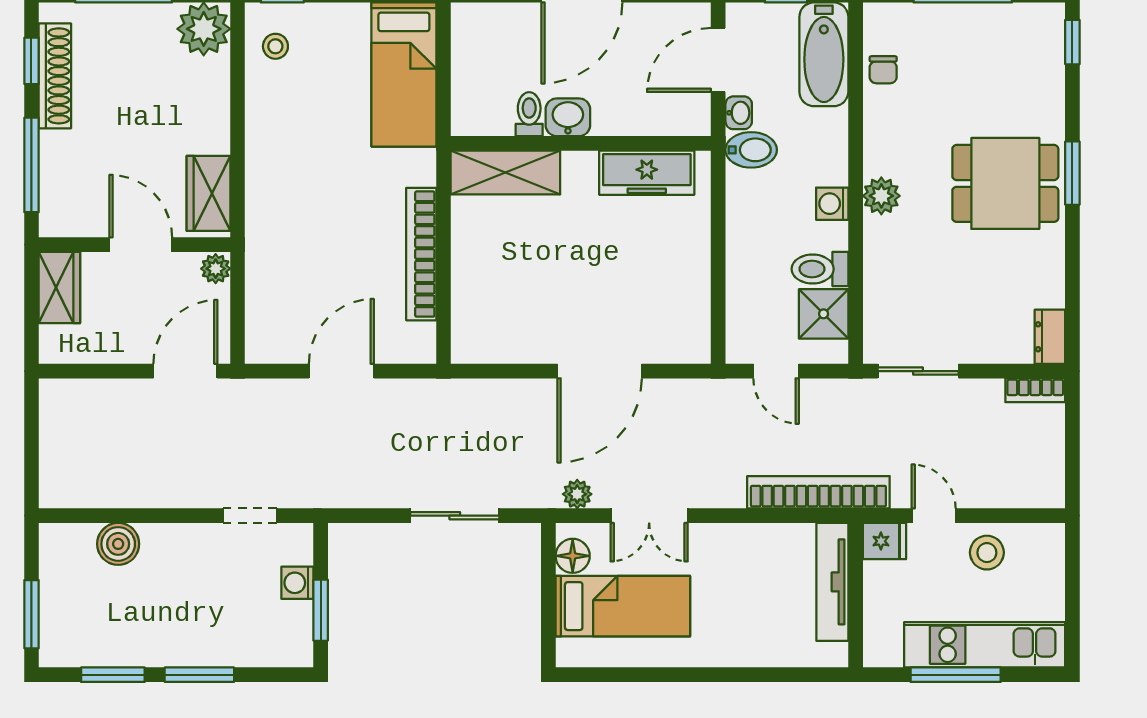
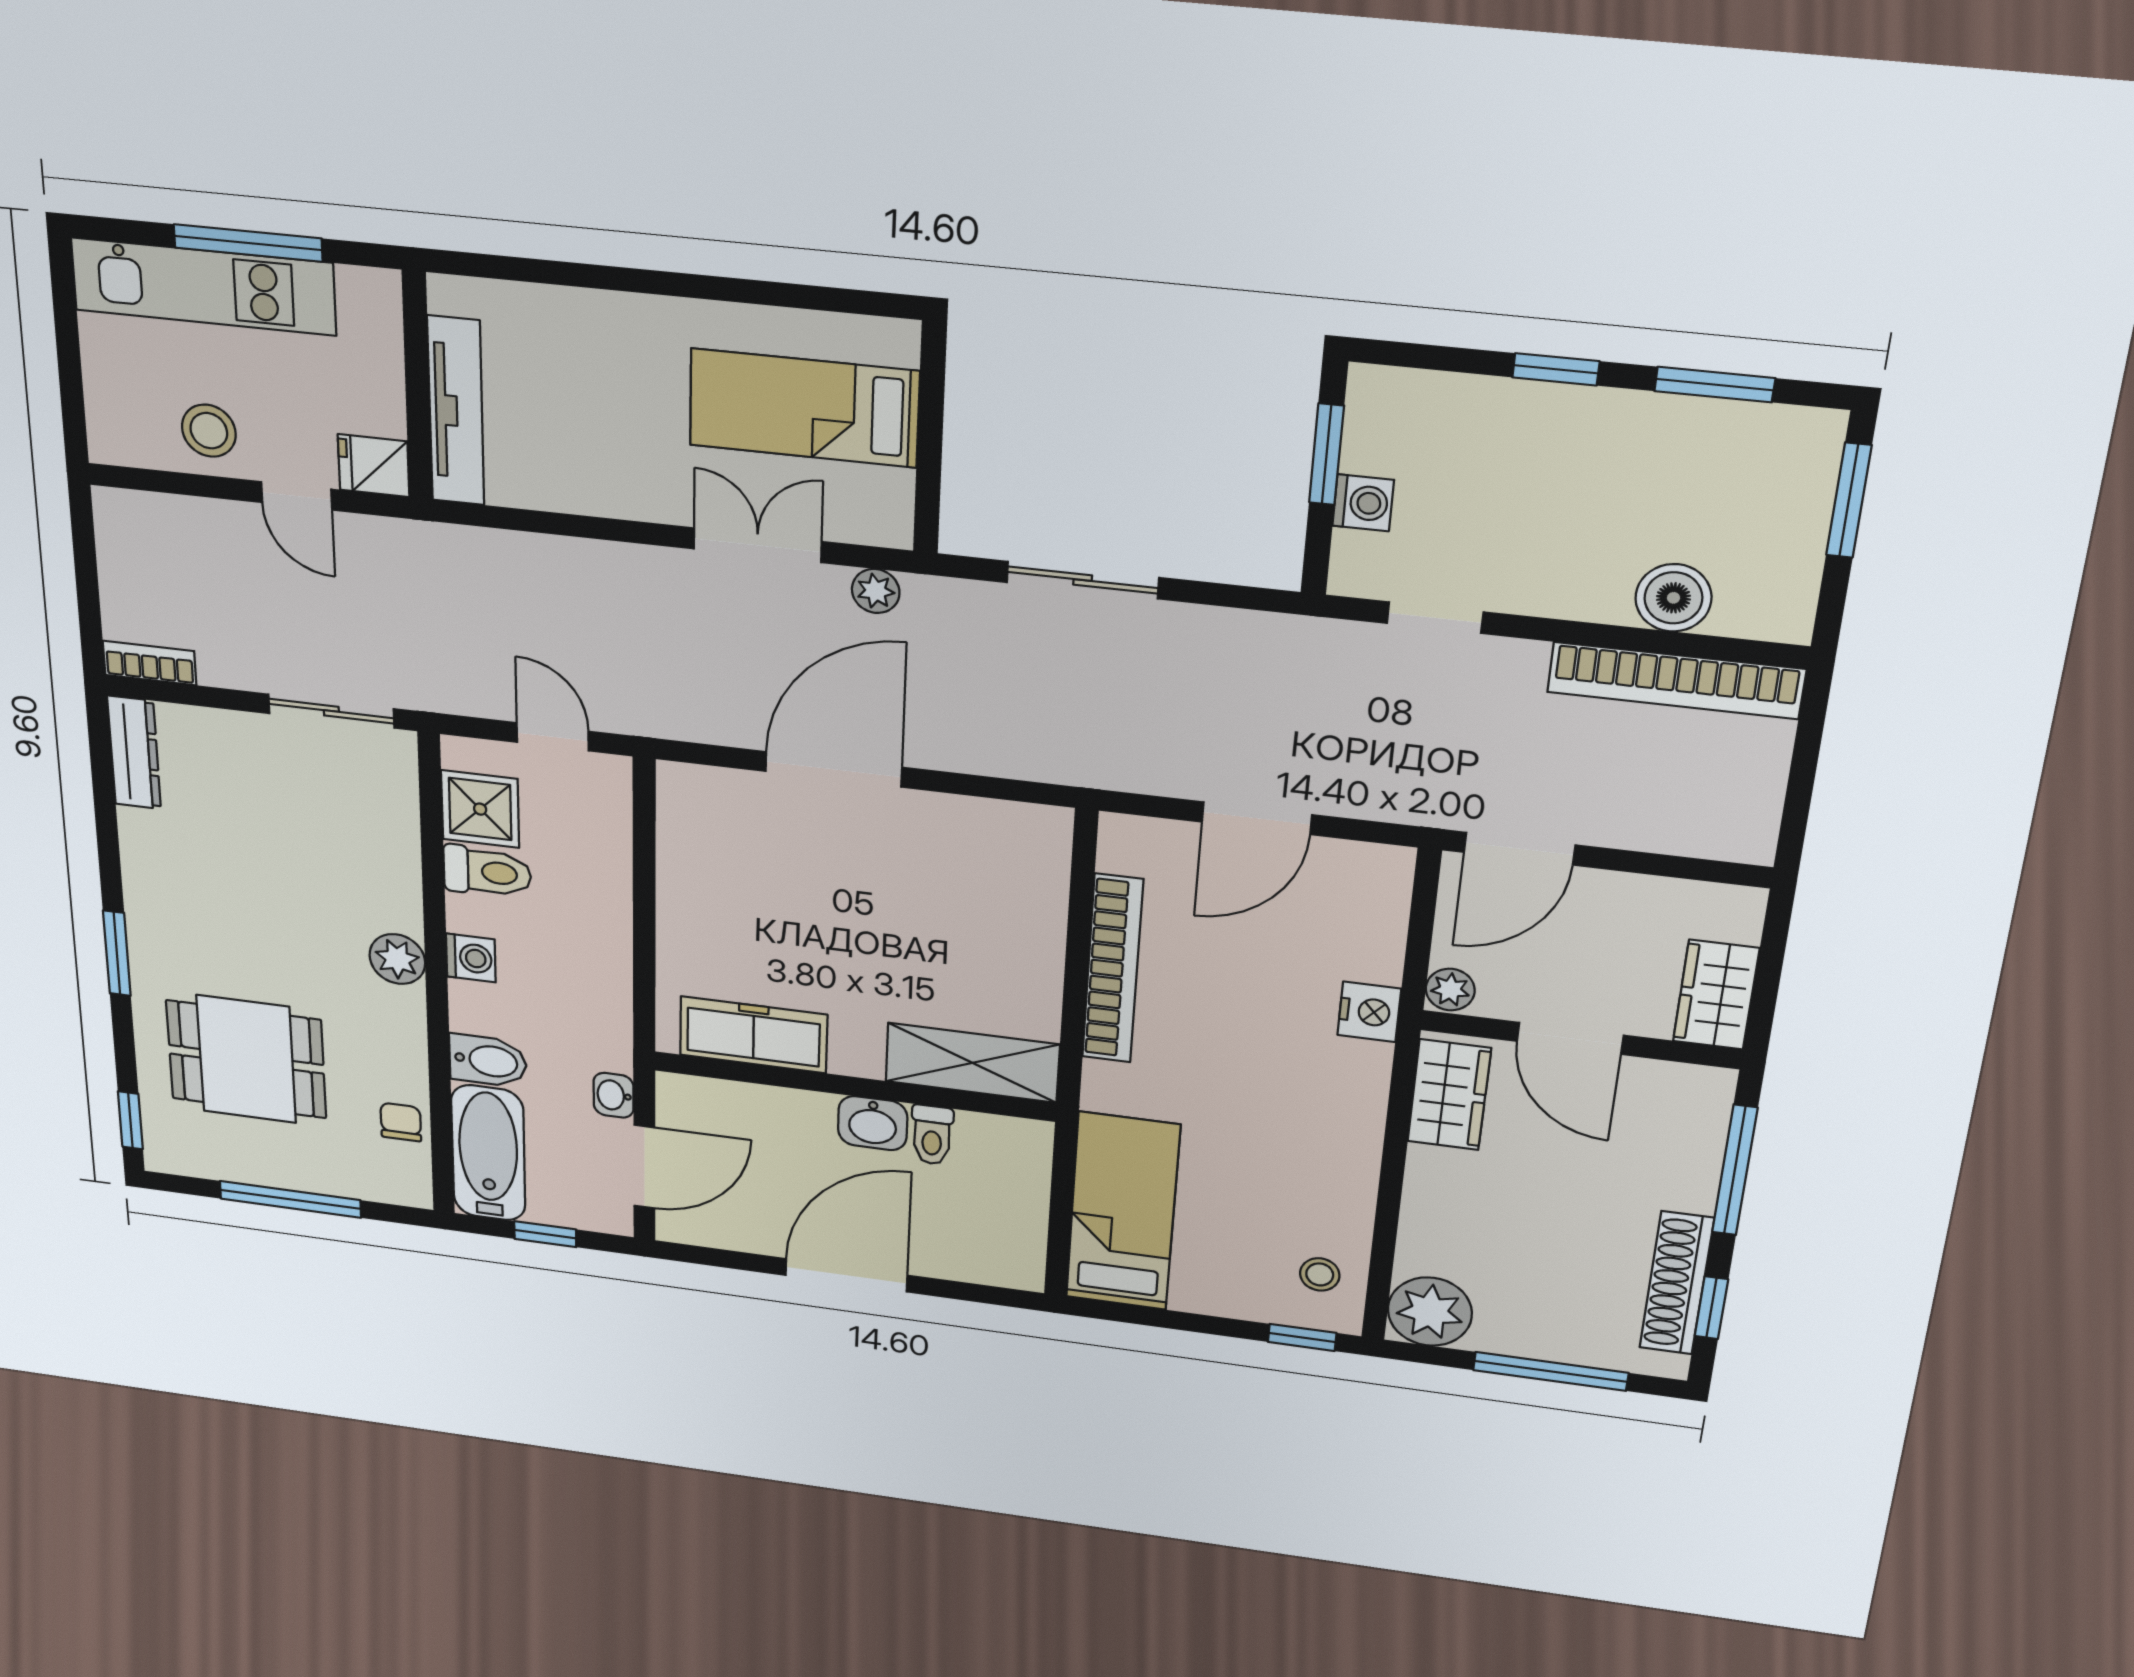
bidet: (751, 150) -> (488, 1061), moved, turned 180
dining table: (1005, 183) -> (246, 1059), moved
nightstand: (262, 246) -> (1369, 1012), added
dresser: (1050, 337) -> (134, 753), width x1.44
bookcase: (818, 492) -> (1676, 681), moved
floor lamp: (573, 556) -> (886, 496), removed
window: (199, 675) -> (1556, 369), width x0.67

